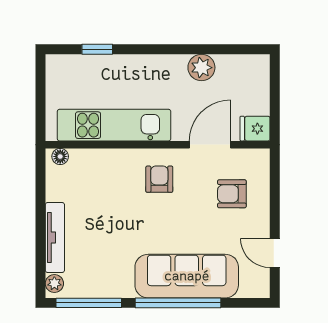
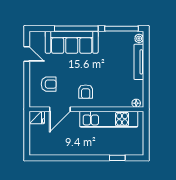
plant: (201, 68) -> (64, 149), removed

